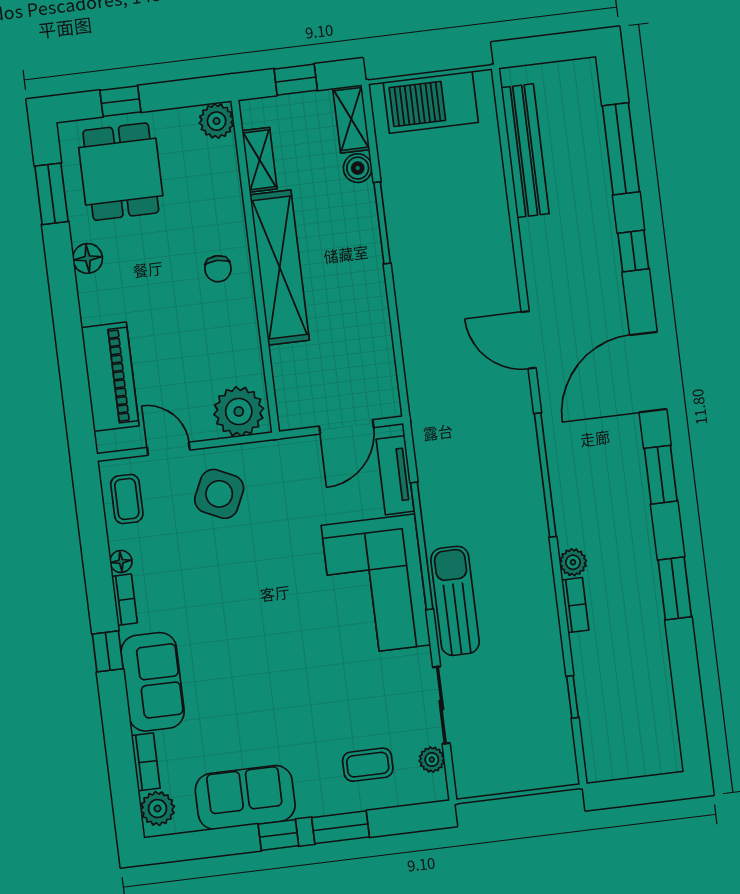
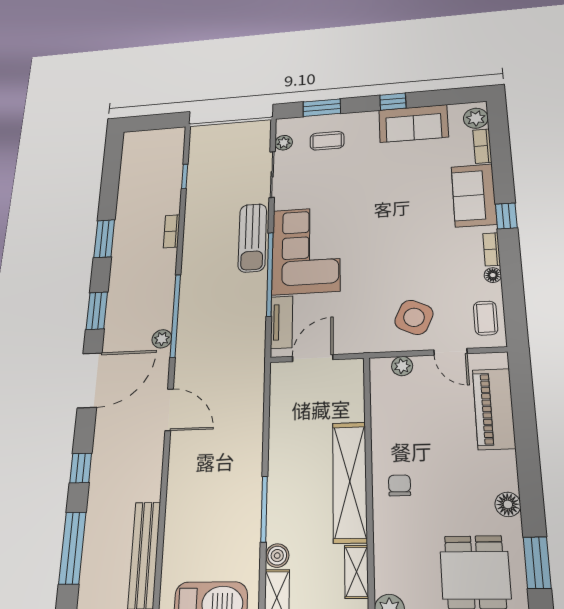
plant: (239, 411) -> (402, 366), width x0.53, depth x0.53
plant: (573, 562) -> (162, 339), moved
window: (341, 827) -> (322, 108), moved

